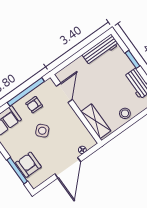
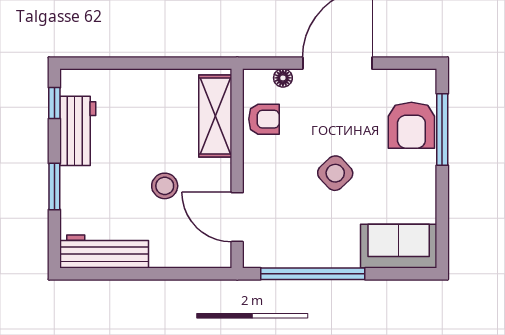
door: (64, 93) -> (237, 217), hinge flipped
armchair: (34, 105) -> (264, 119), moved
stool: (125, 113) -> (165, 186), moved

